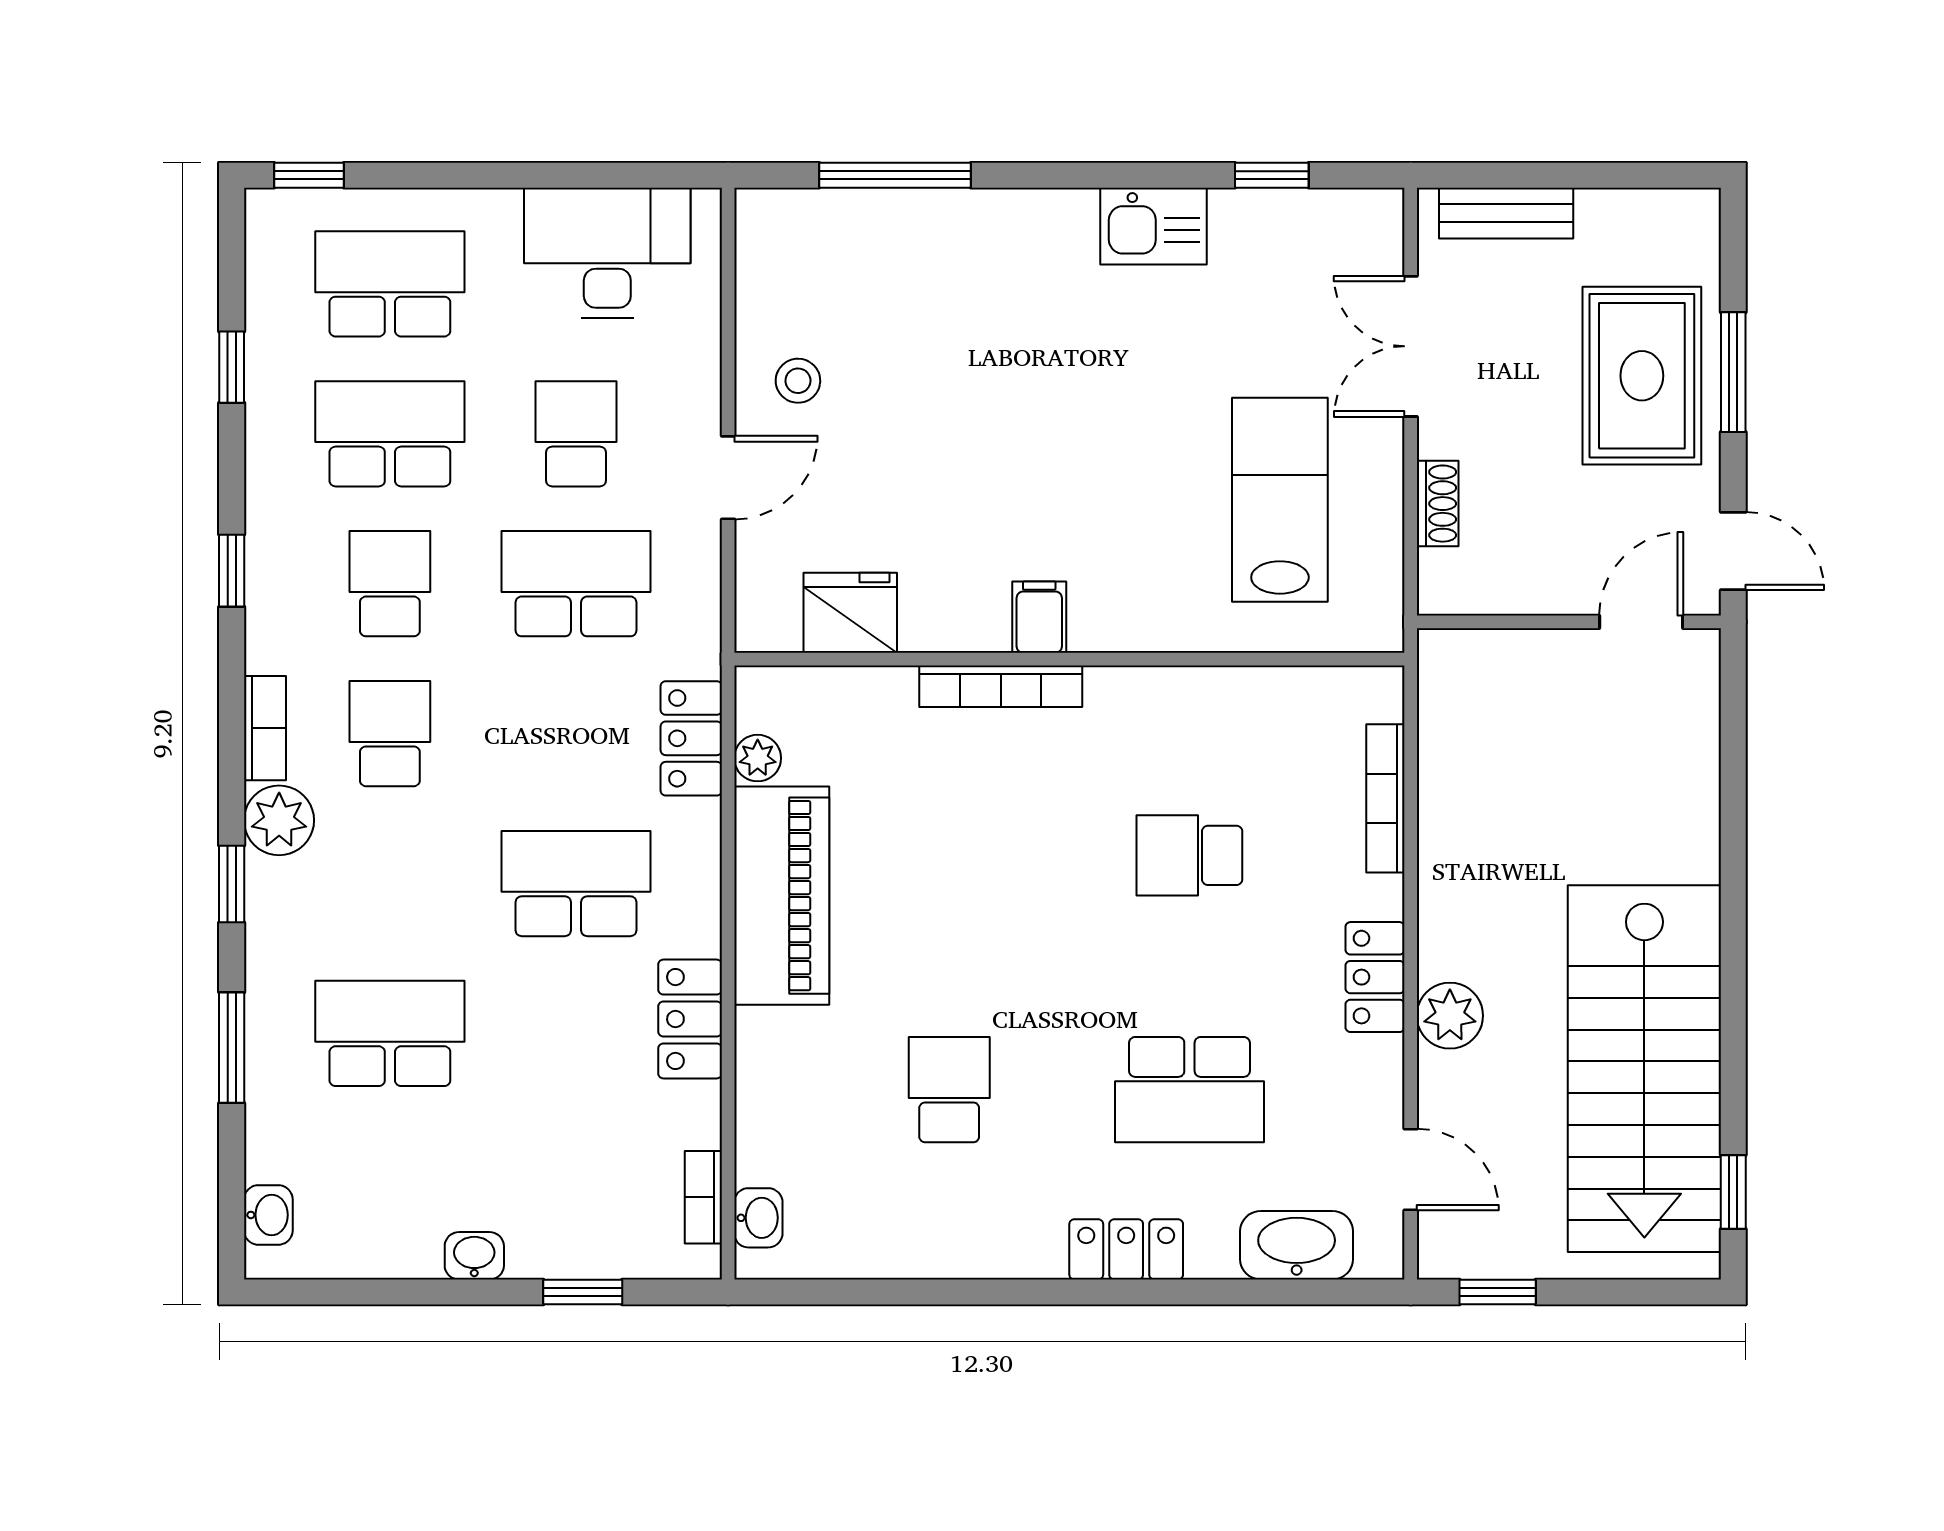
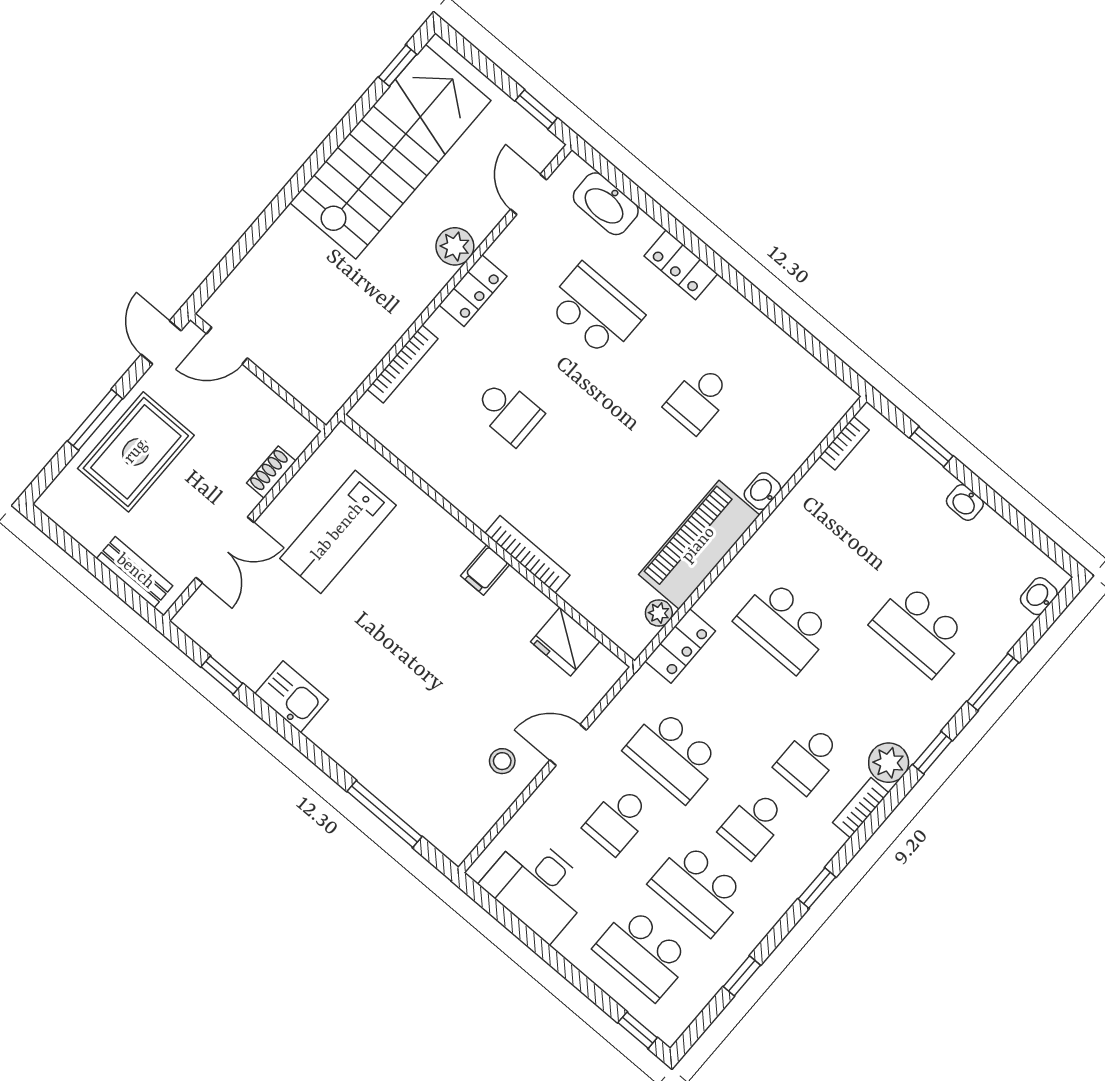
locker: (690, 1019) -> (784, 525), removed
washbasin: (758, 1218) -> (762, 491), moved

